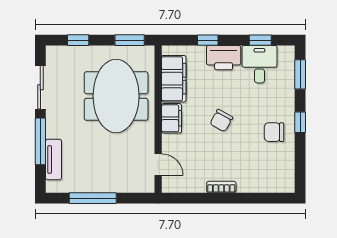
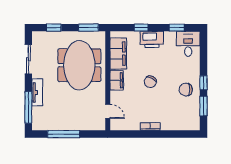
desk: (259, 64) -> (188, 44), moved
window: (300, 74) -> (203, 106), moved
window: (40, 141) -> (28, 107), moved
tv unit: (54, 160) -> (37, 92), moved

